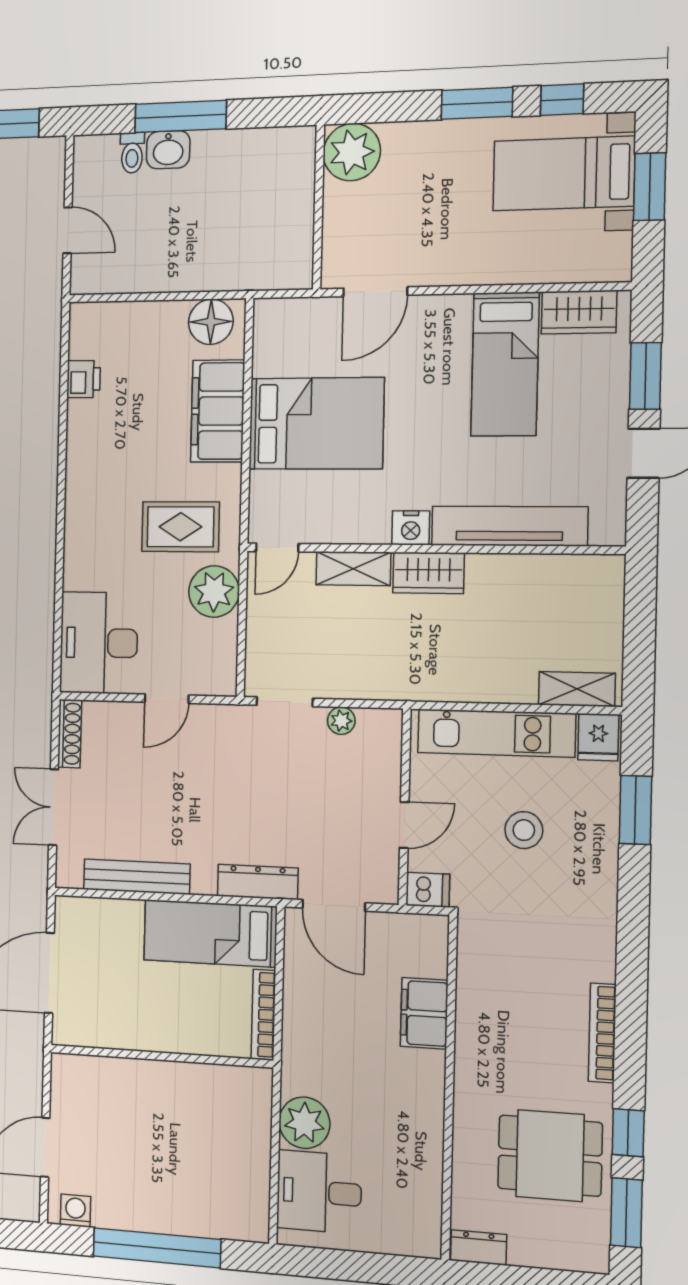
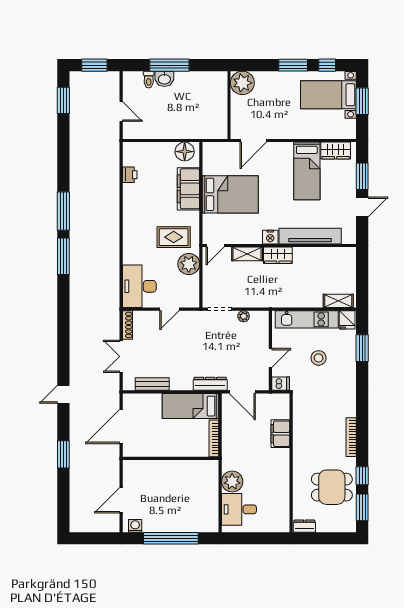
bench: (137, 877) -> (152, 384), width x0.73

